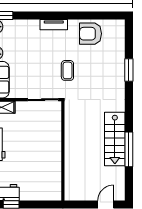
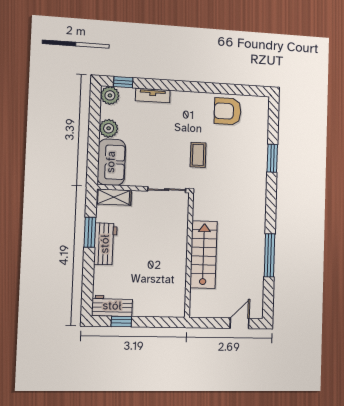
tv unit: (54, 25) -> (153, 95), moved
stairs: (115, 139) -> (204, 255), moved, turned 180

